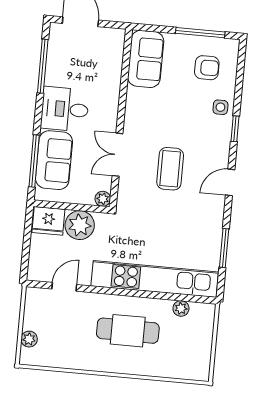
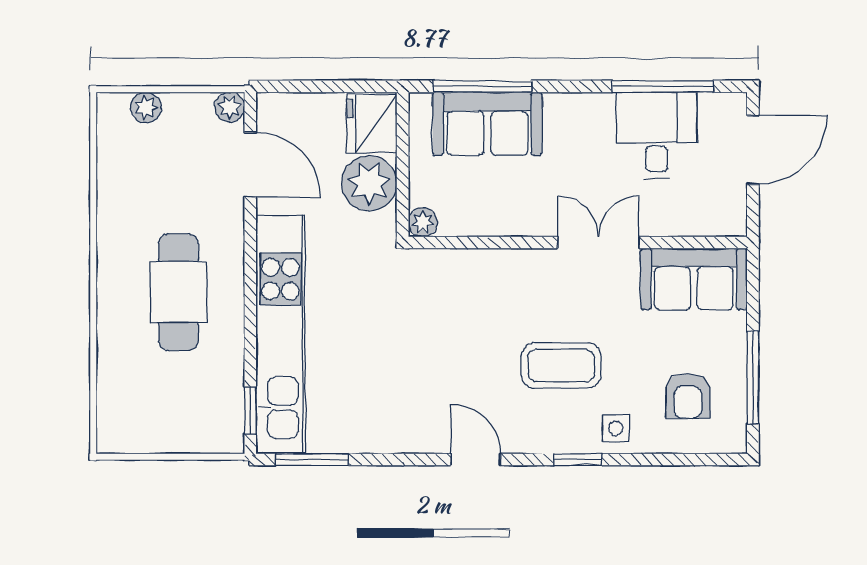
desk: (65, 109) -> (657, 135), moved
double door: (118, 155) -> (598, 243), moved
coffee table: (170, 169) -> (561, 366), moved
window: (224, 248) -> (312, 460), moved
door: (64, 287) -> (250, 165), width x1.38
window: (193, 299) -> (250, 410), added
plant: (181, 308) -> (230, 107), moved

